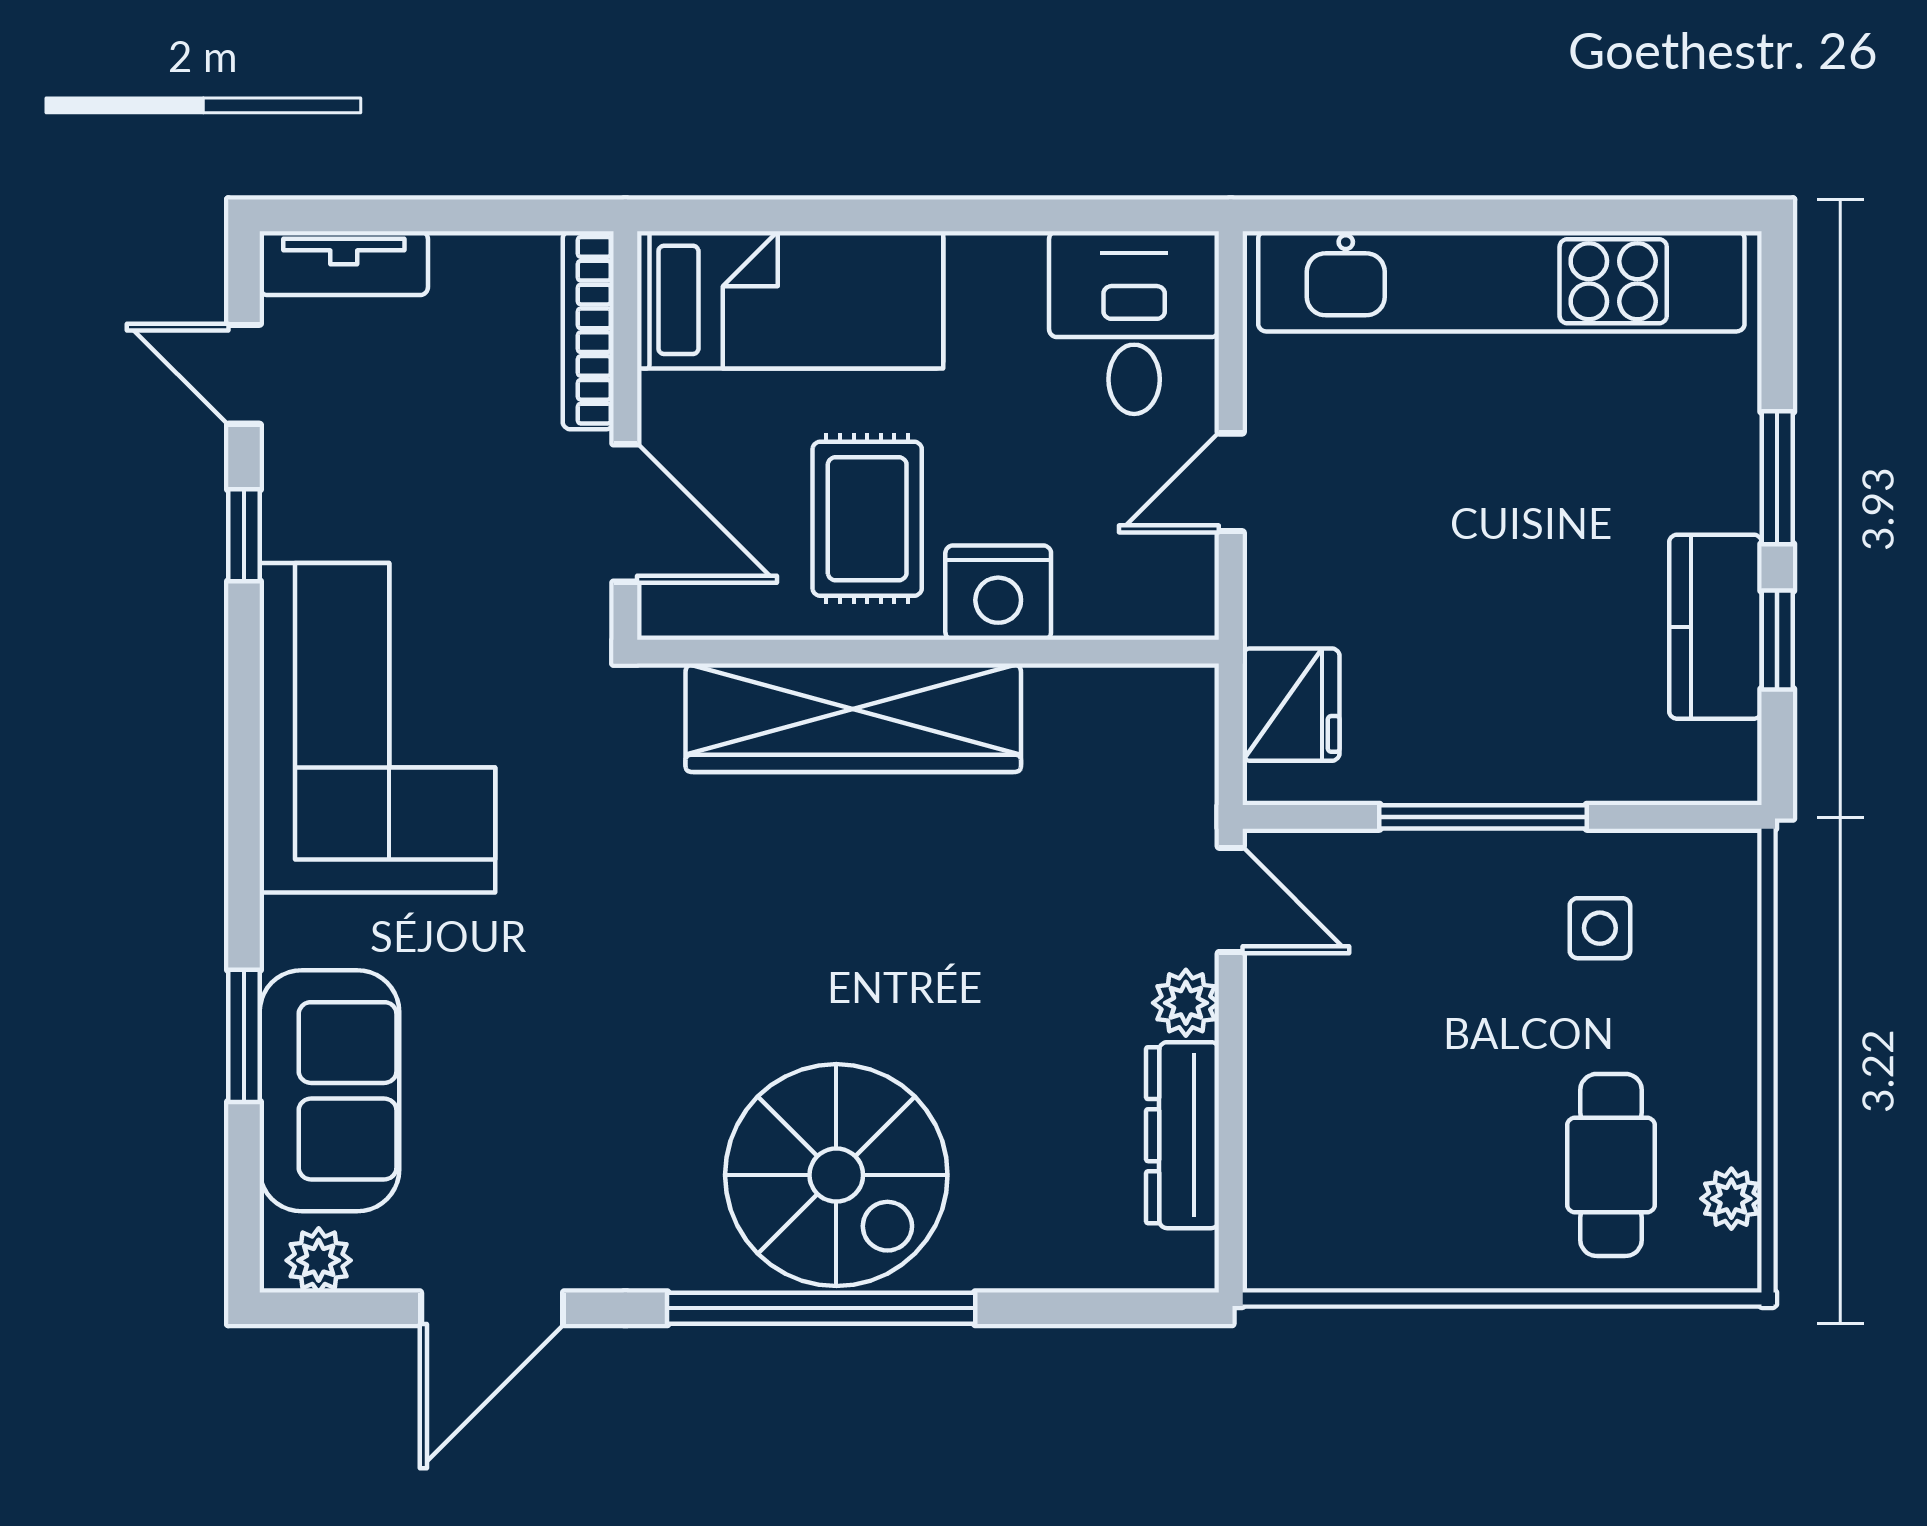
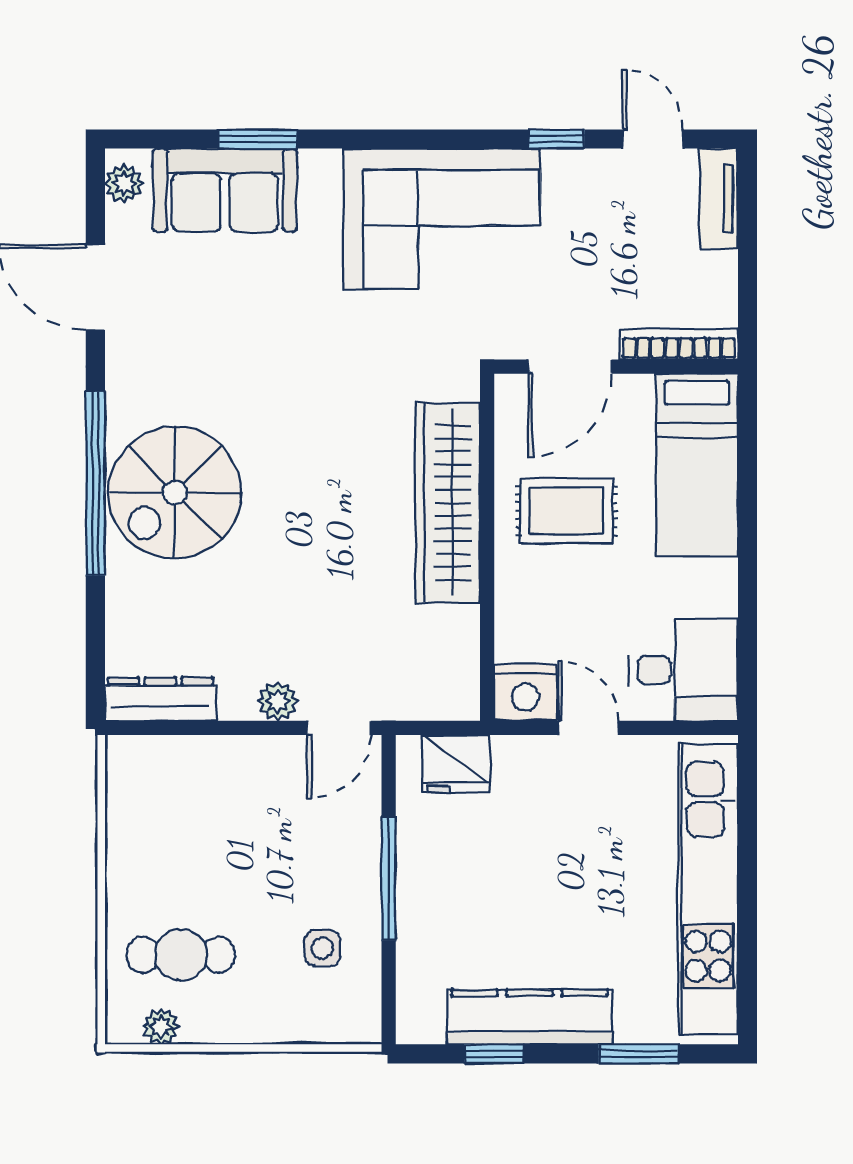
door: (244, 374) -> (653, 139), hinge flipped
window: (1777, 478) -> (639, 1054), moved
nightstand: (998, 593) -> (526, 693), moved, turned -90
kitchen counter: (1715, 627) -> (529, 1017), width x1.50
dresser: (1183, 1135) -> (160, 699), moved

